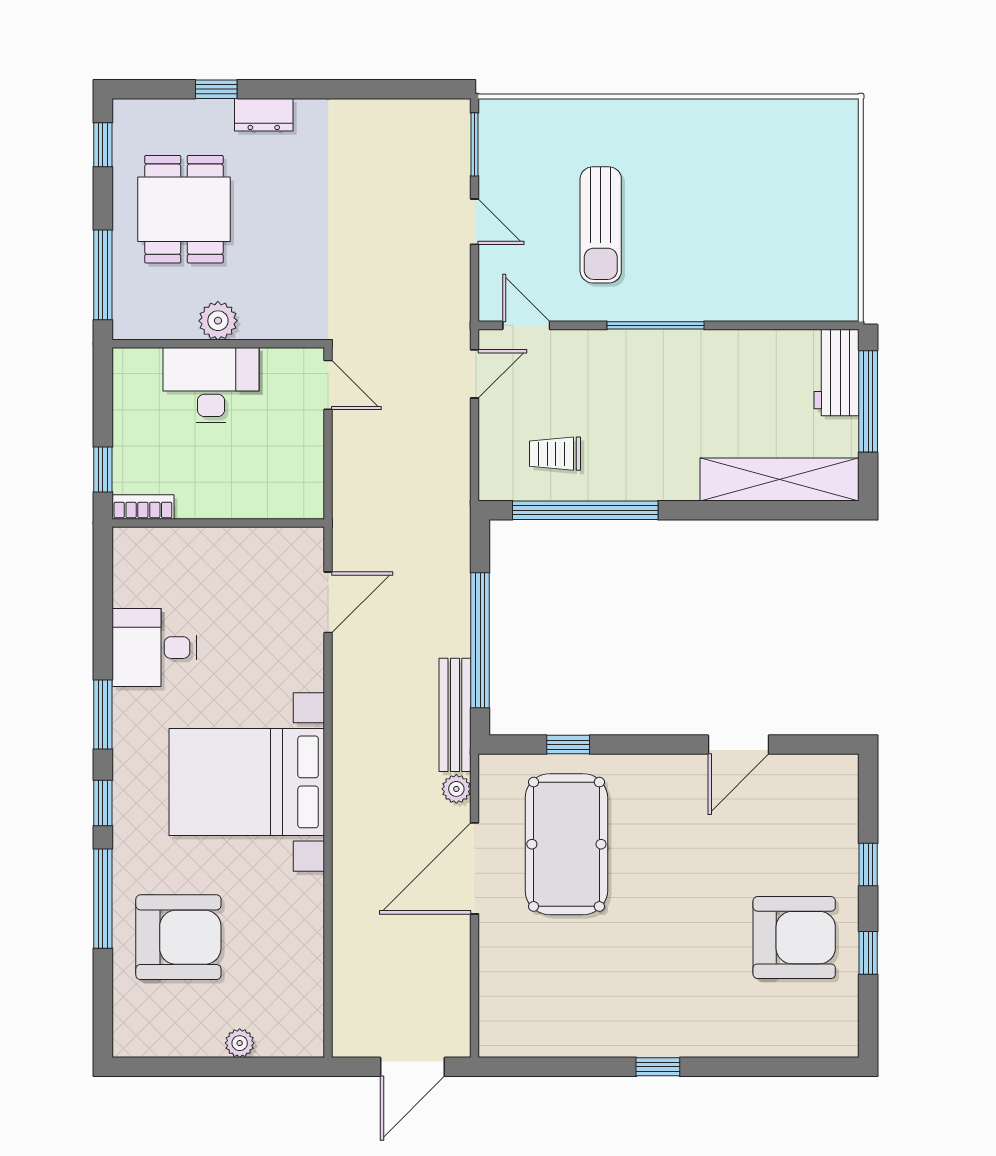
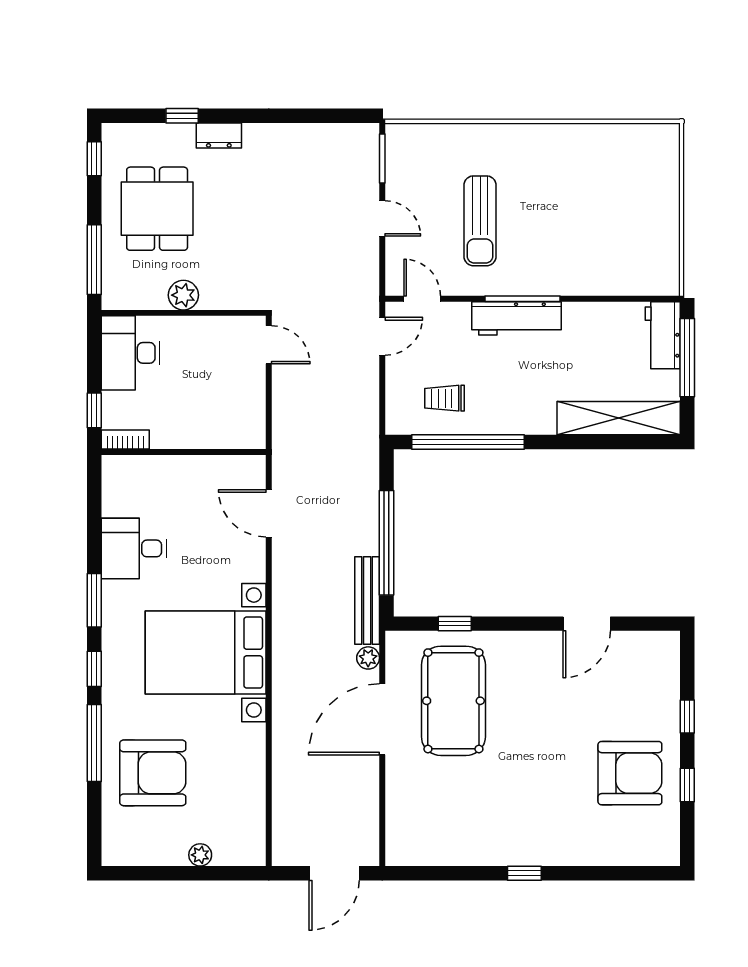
workbench: (648, 351) -> (516, 318), added
desk: (211, 385) -> (130, 353), moved, turned -90
door: (328, 602) -> (269, 513), swing flipped

